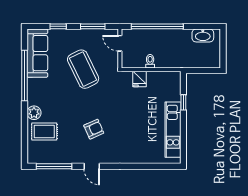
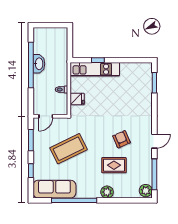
window: (157, 26) -> (31, 65), moved
washbasin: (203, 35) -> (39, 64), moved
kitchen unit: (173, 130) -> (95, 69), moved
rug: (44, 131) -> (114, 165), moved, turned 90
plant: (36, 157) -> (146, 191), added
window: (158, 166) -> (154, 83), added

